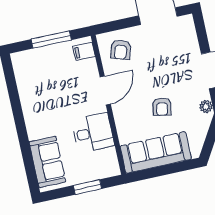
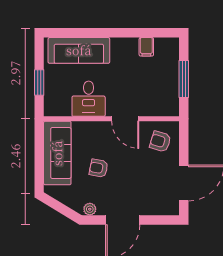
filing cabinet: (84, 51) -> (146, 47), moved, turned 180
sofa: (47, 162) -> (79, 50), width x1.36

